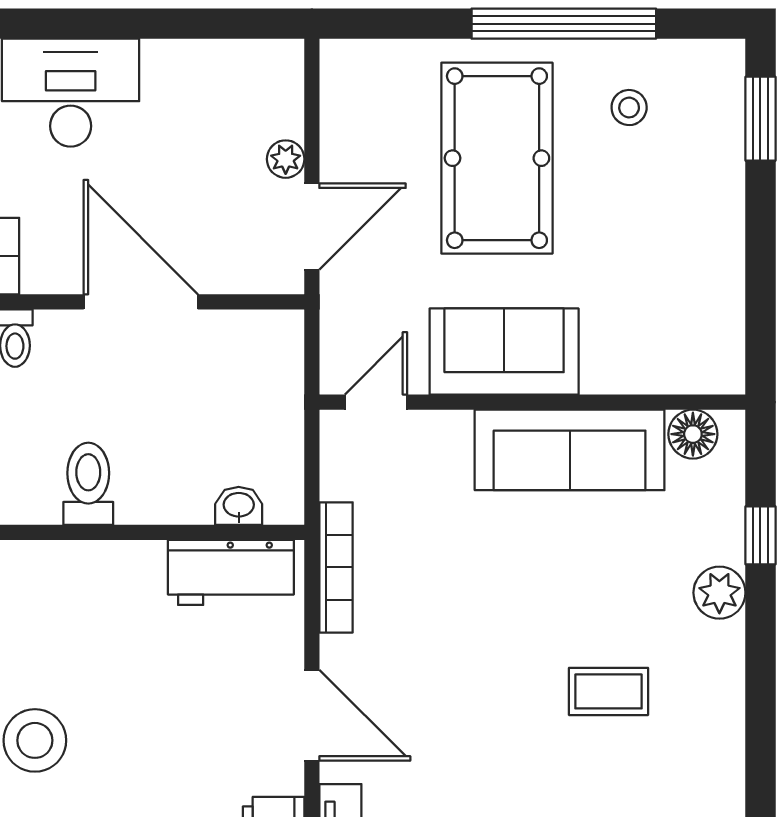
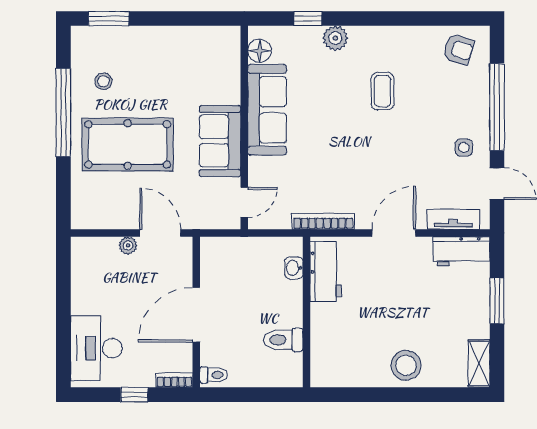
door: (376, 402) -> (244, 202), swing flipped

